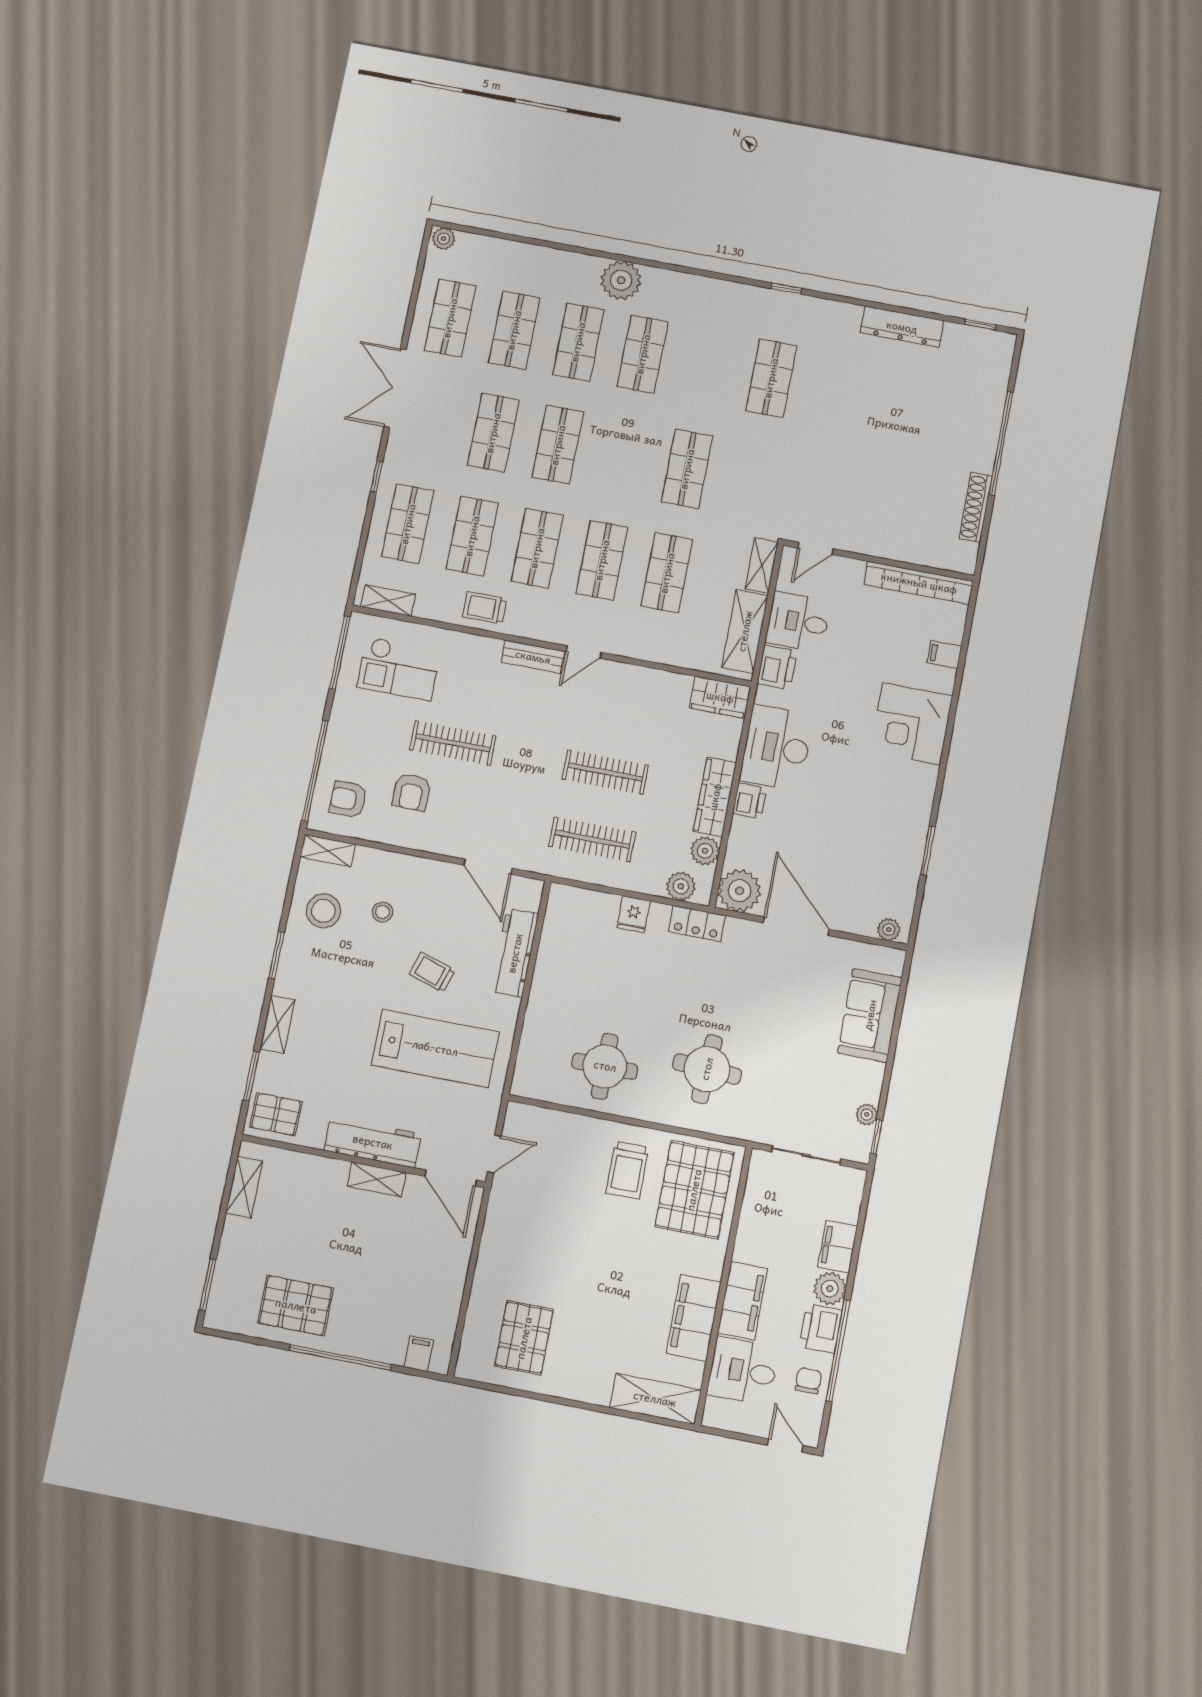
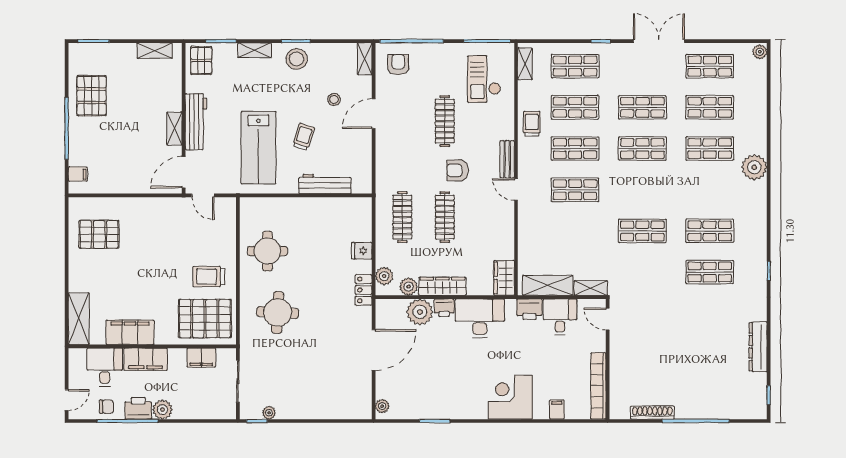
shop shelf: (643, 354) -> (710, 231), moved
shop shelf: (667, 573) -> (575, 231), removed
armchair: (412, 792) -> (457, 170), moved
door: (488, 867) -> (374, 114), moved
plant: (740, 891) -> (420, 312), moved
stool: (324, 911) -> (297, 59), moved
sofa: (870, 1015) -> (328, 404), removed
filing cabinet: (838, 1247) -> (201, 358), moved, turned 180

